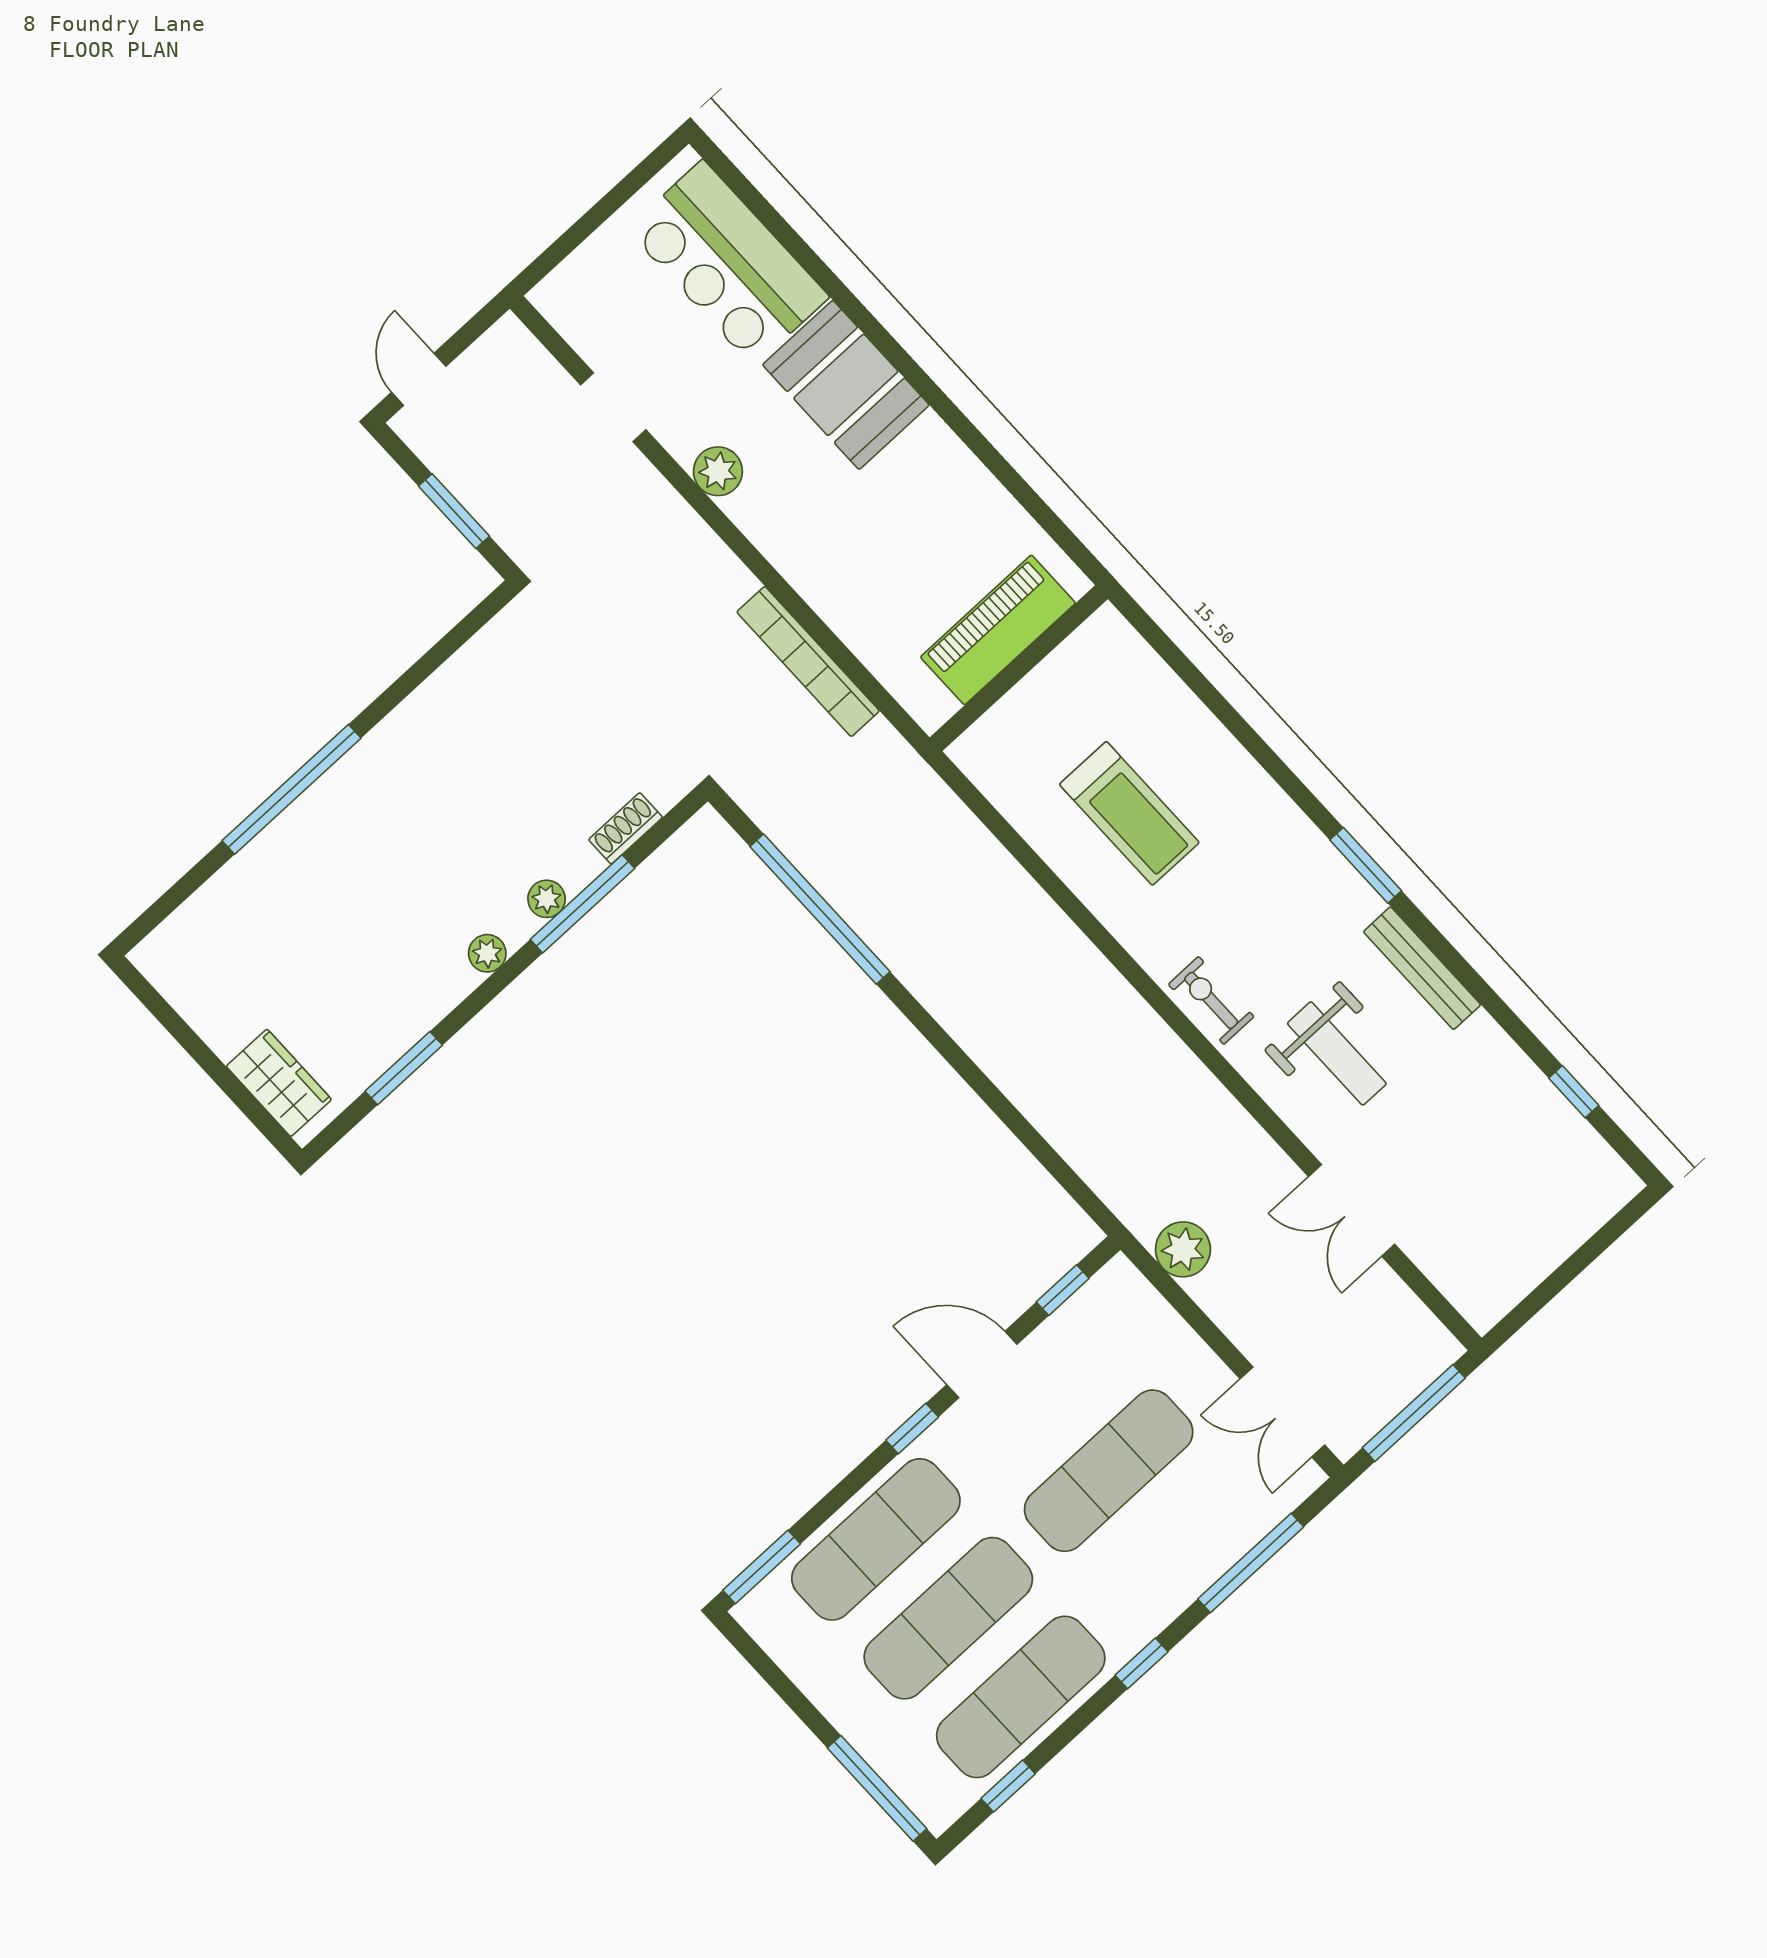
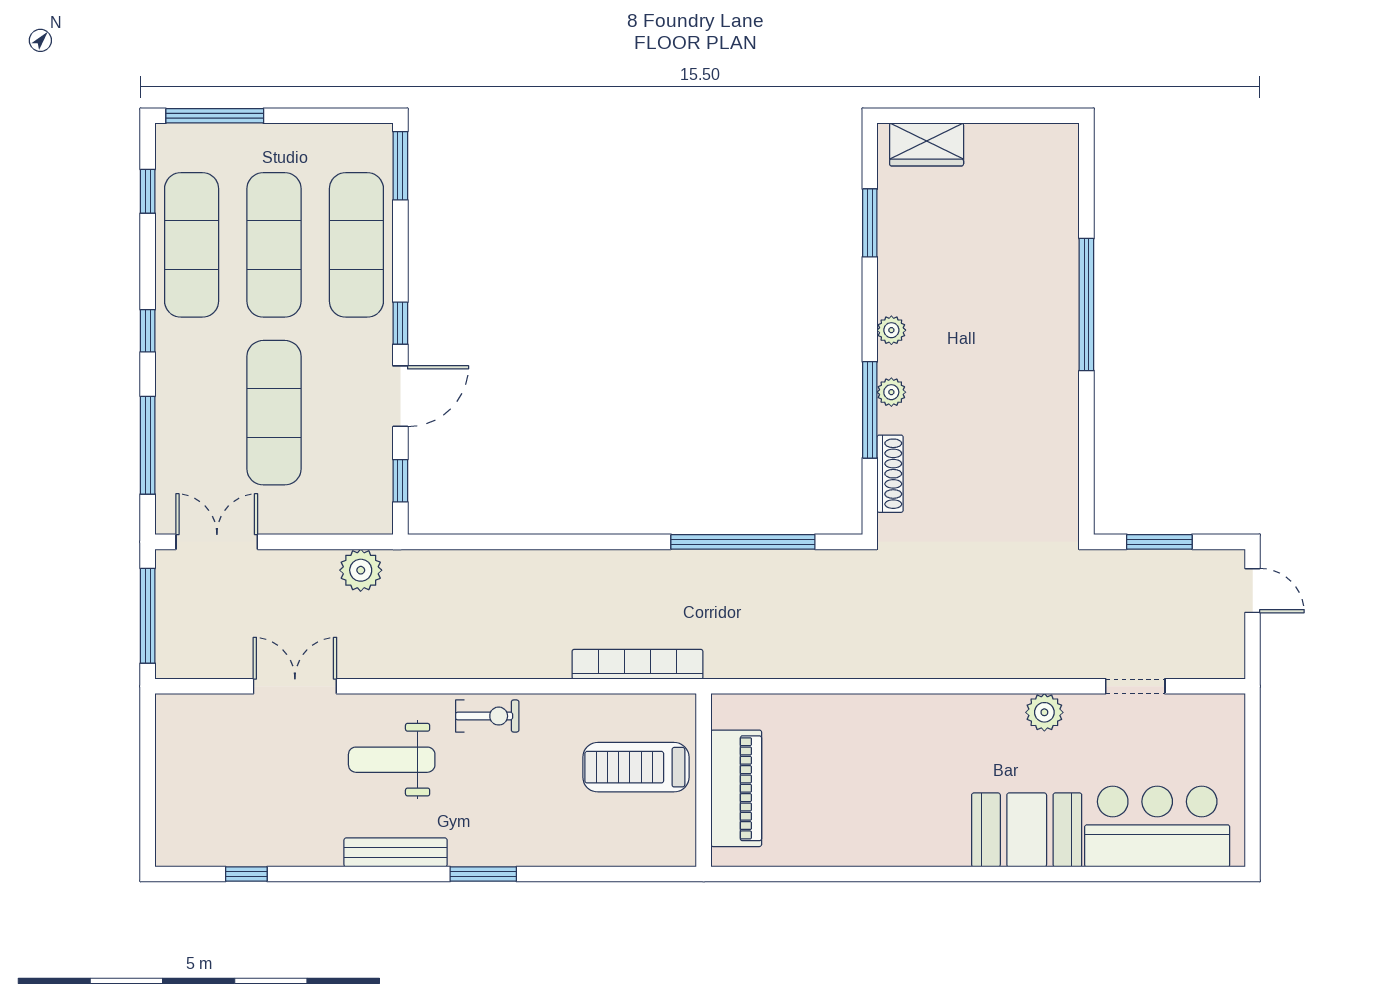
piano: (998, 630) -> (736, 788), moved
bookcase: (808, 662) -> (637, 664), moved
wall: (1019, 668) -> (704, 780), moved
shoe rack: (626, 828) -> (890, 474), width x1.43

